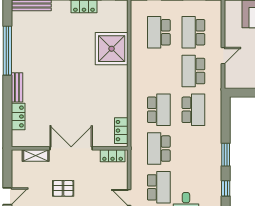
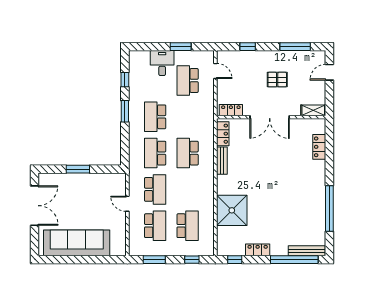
door: (223, 56) -> (127, 204), hinge flipped
bench: (17, 87) -> (222, 161), moved
school desk: (159, 149) -> (155, 117), moved, turned 180
shelving: (36, 155) -> (313, 110), moved

